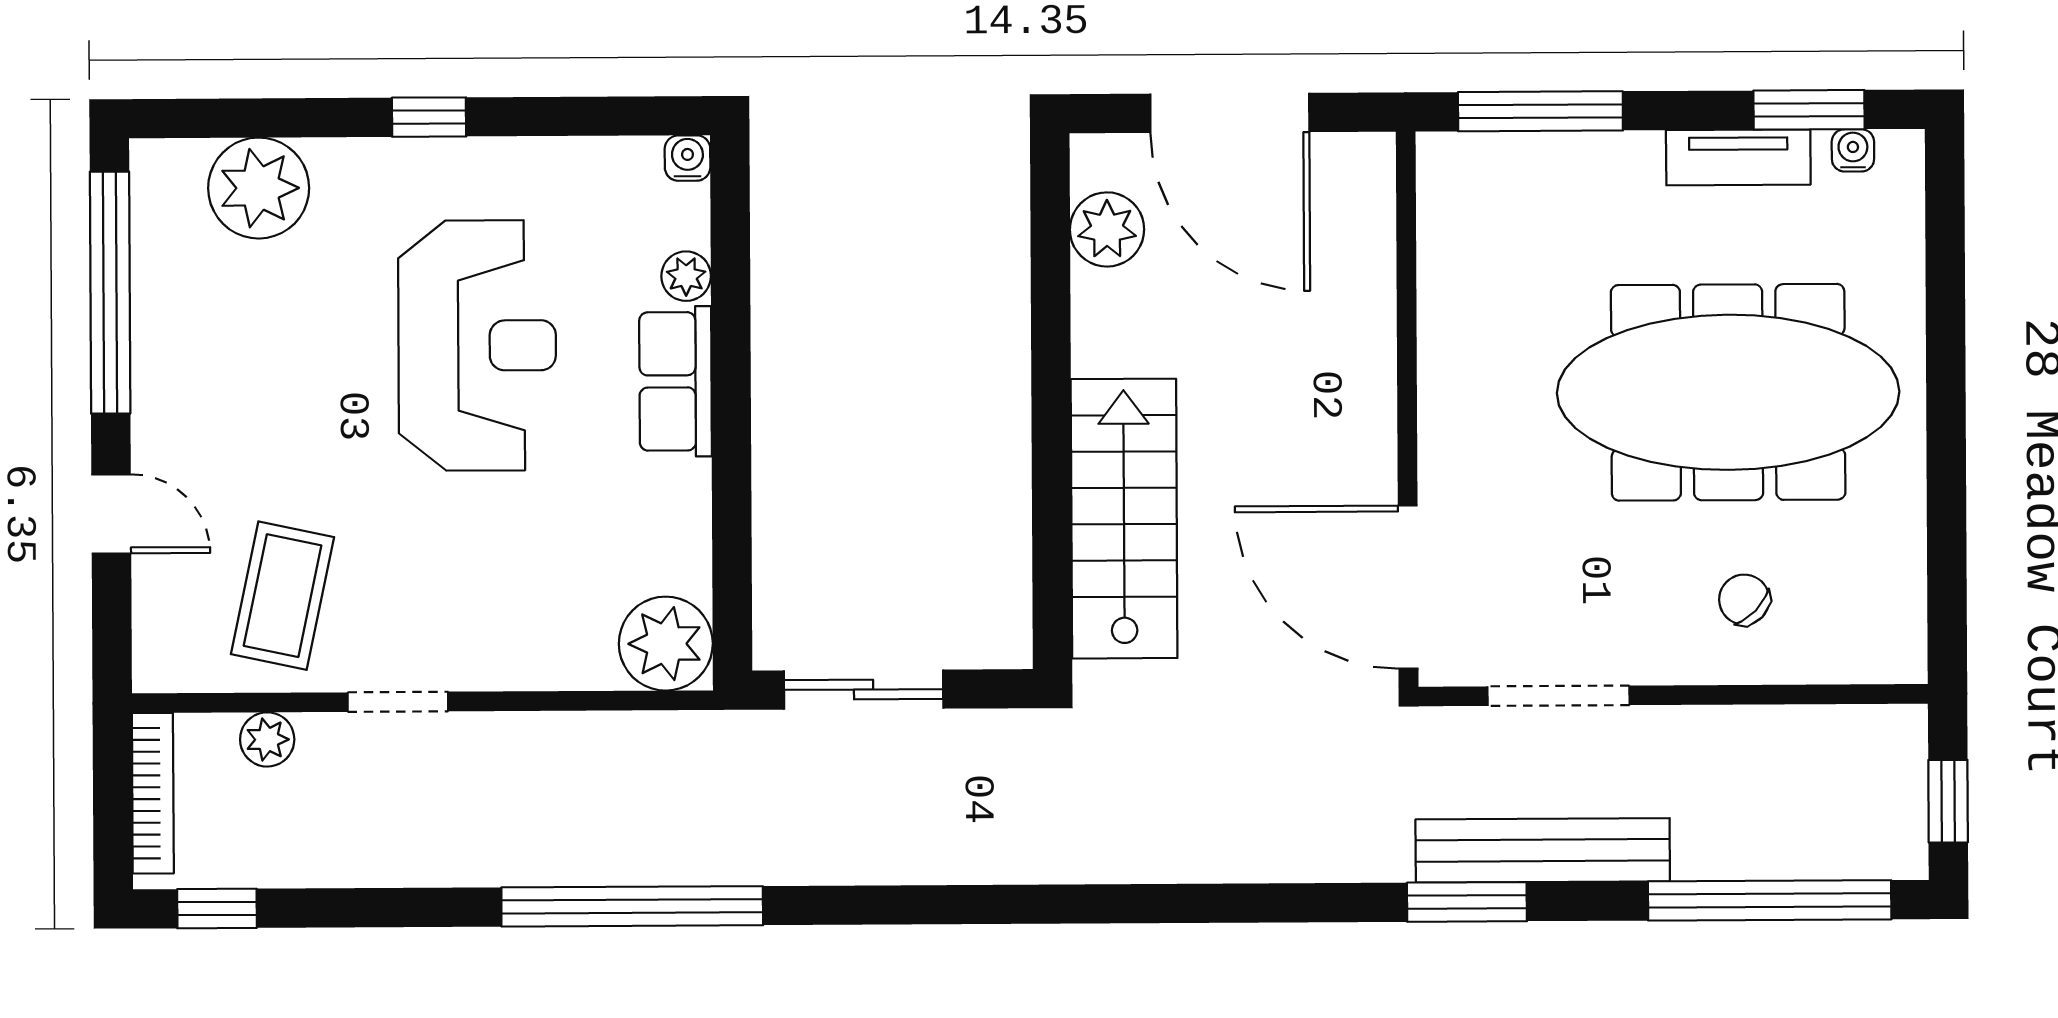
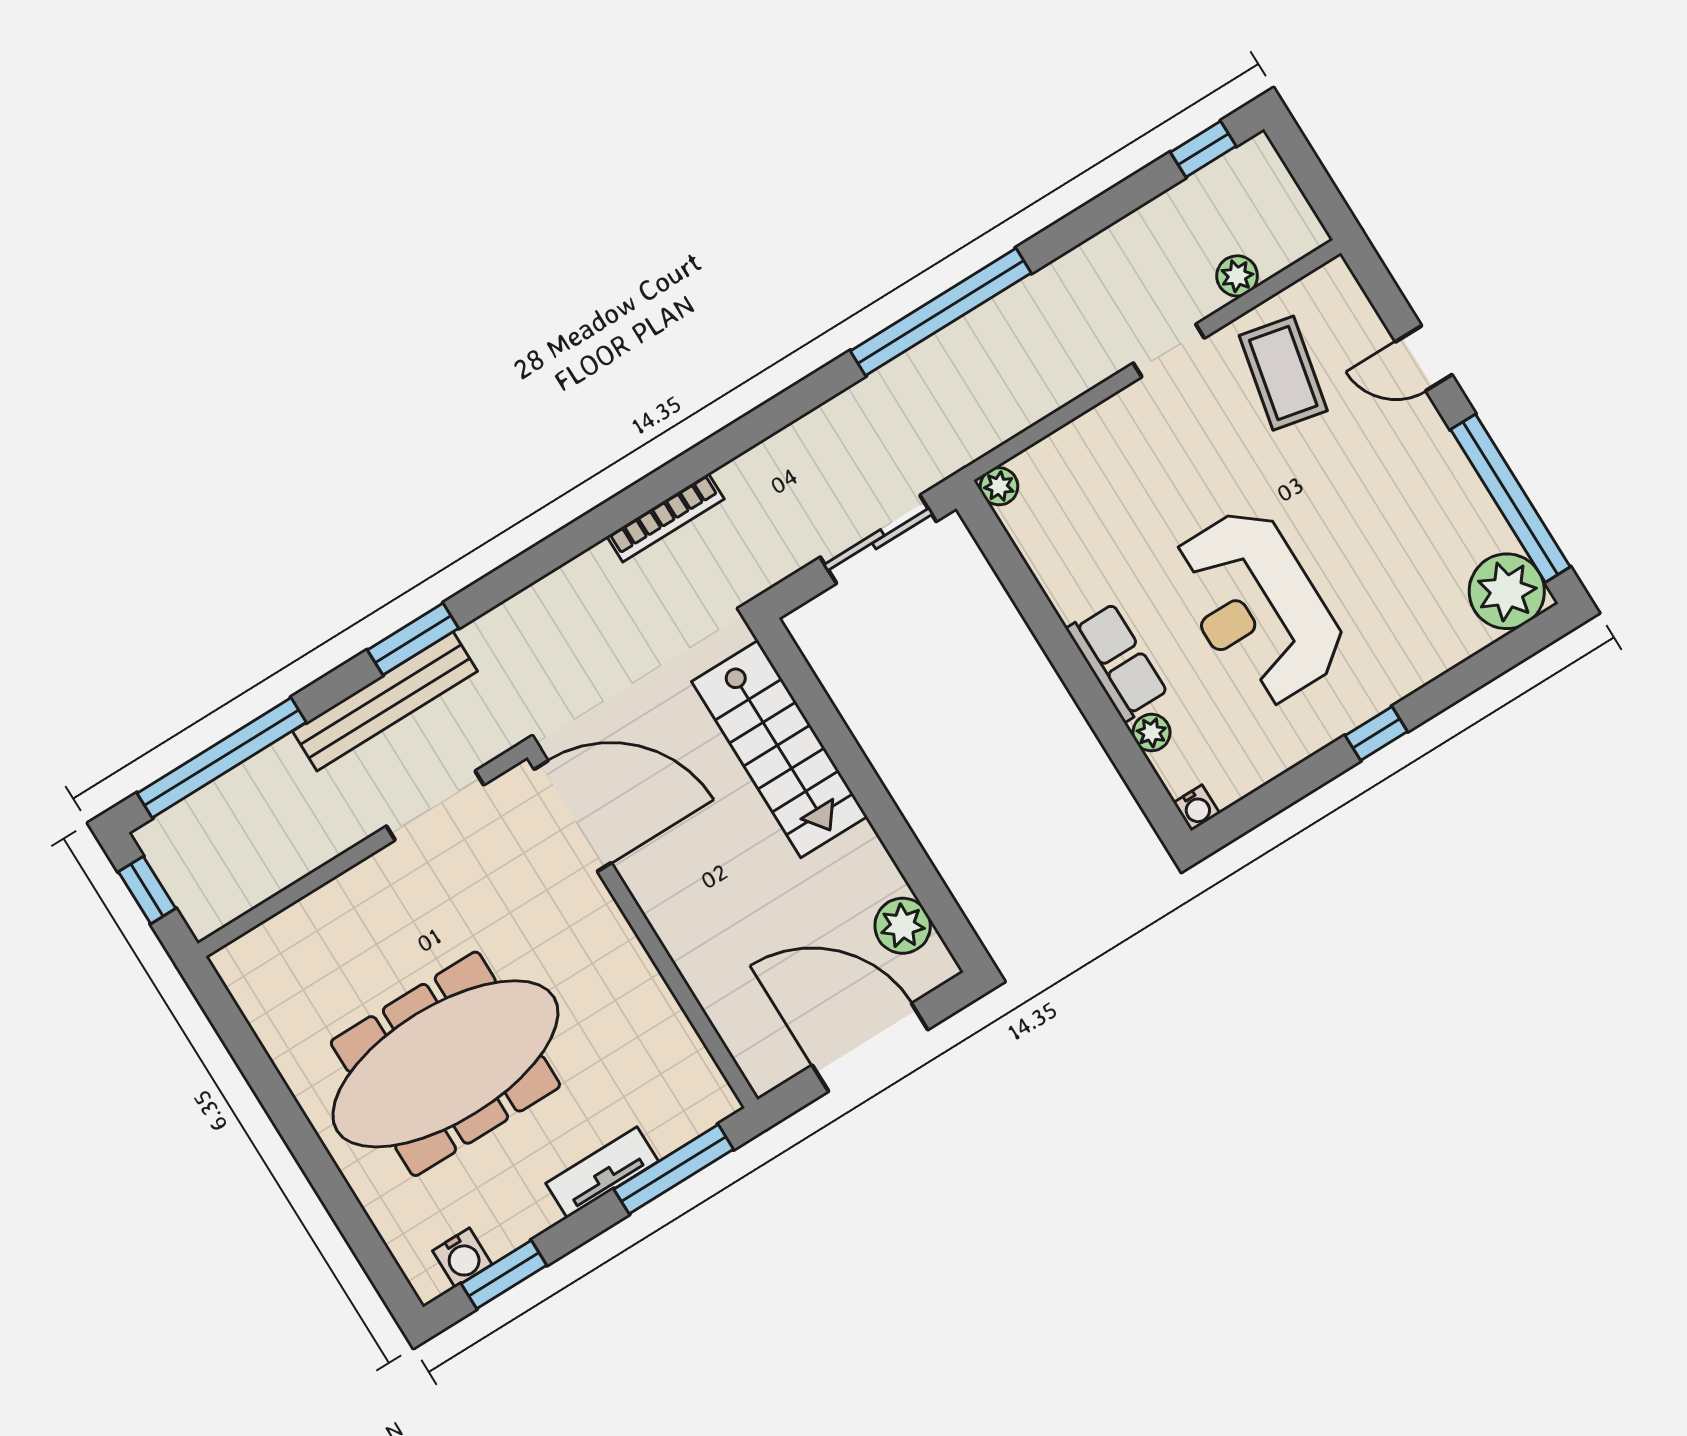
water cooler: (1853, 150) -> (462, 1258), width x1.38, depth x1.38
tv unit: (1738, 157) -> (602, 1172), moved
plant: (259, 188) -> (1507, 591), moved
chair: (1744, 600) -> (355, 939), removed
plant: (666, 644) -> (999, 486), width x0.53, depth x0.53
bookcase: (153, 793) -> (665, 518), moved, turned -90

